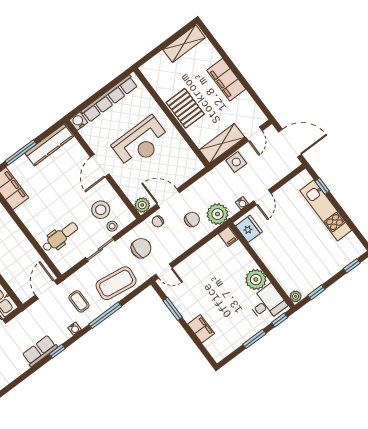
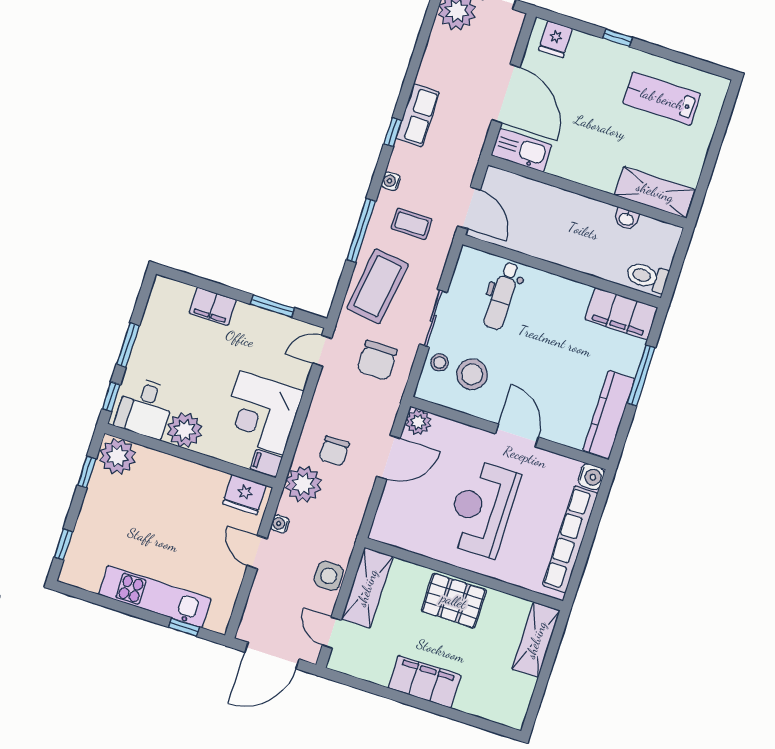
shelving: (184, 44) -> (536, 640), moved
chair: (158, 221) -> (380, 414), removed
corner desk: (214, 262) -> (261, 413), added
plant: (296, 296) -> (118, 456), width x1.88, depth x1.88

